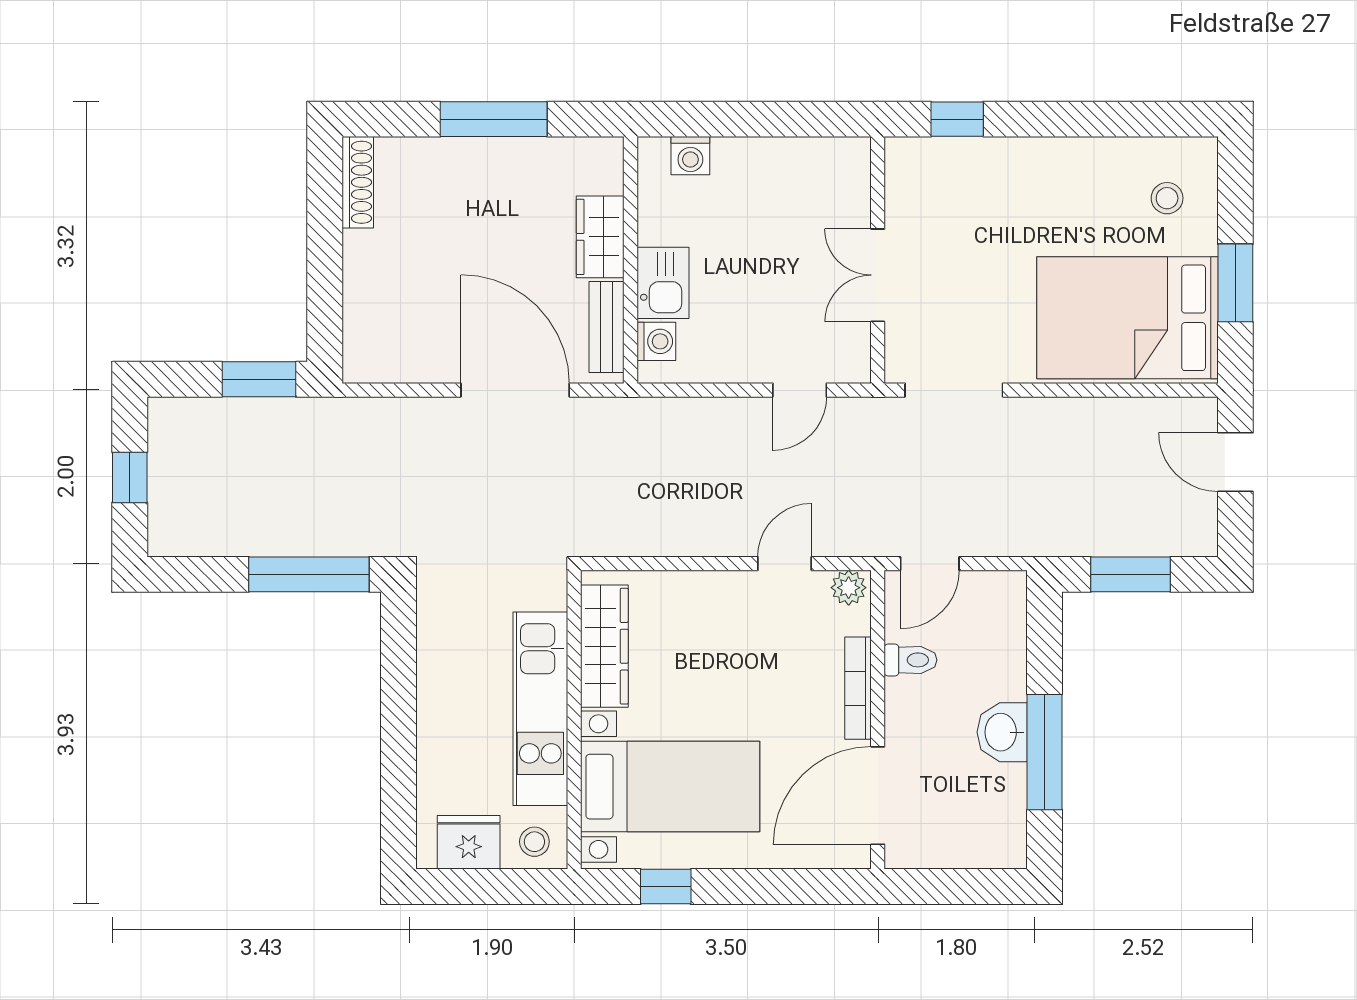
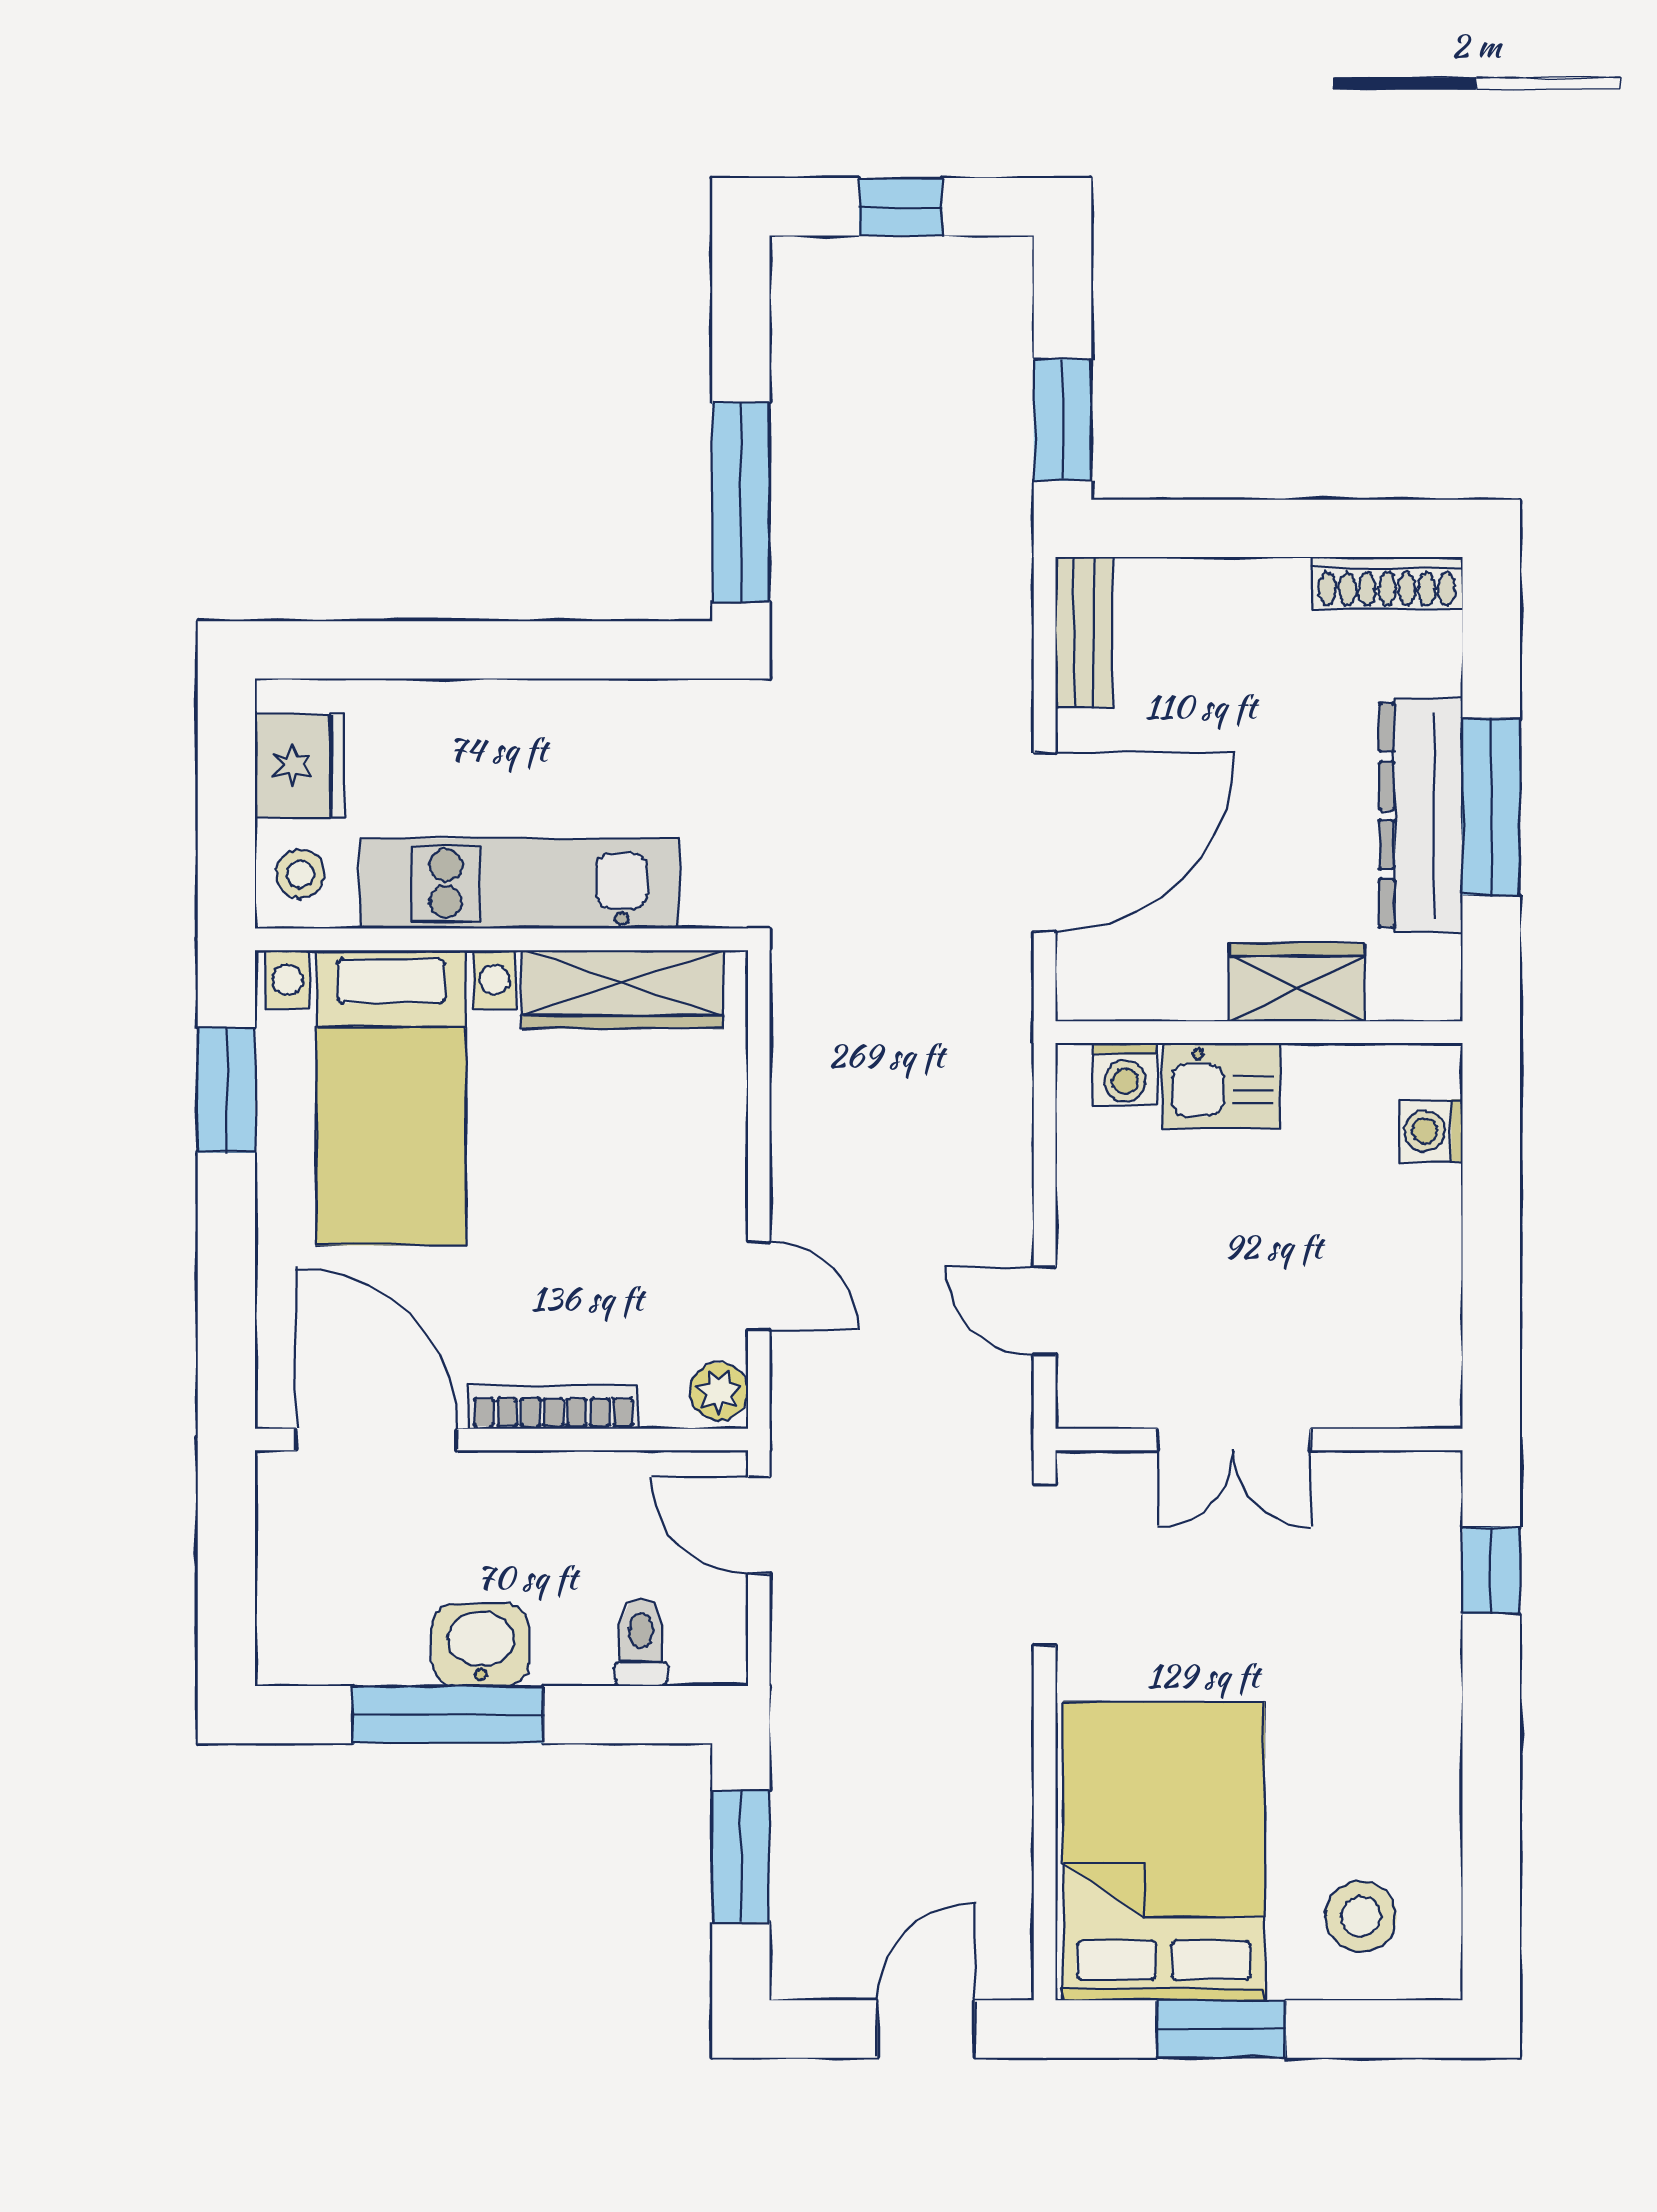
dresser: (499, 162) -> (1421, 815), added
stool: (1167, 198) -> (1361, 1916), width x1.37, depth x1.37
double door: (878, 275) -> (1234, 1440), swing flipped
bench: (607, 327) -> (1084, 632), moved, turned 90
toilet: (910, 660) -> (641, 1643), moved, turned 180
window: (666, 887) -> (226, 1090), width x1.50

